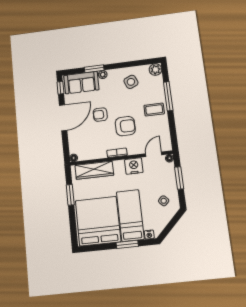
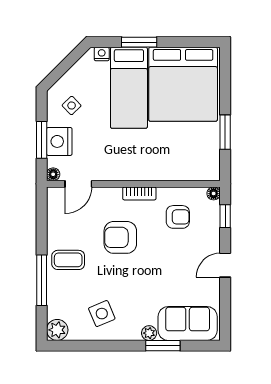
window: (60, 88) -> (225, 216), moved
armchair: (100, 115) -> (178, 217), moved
door: (63, 118) -> (225, 265), width x0.53
nightstand: (134, 166) -> (59, 141), moved, turned 90
wardrobe: (94, 170) -> (181, 169), removed

